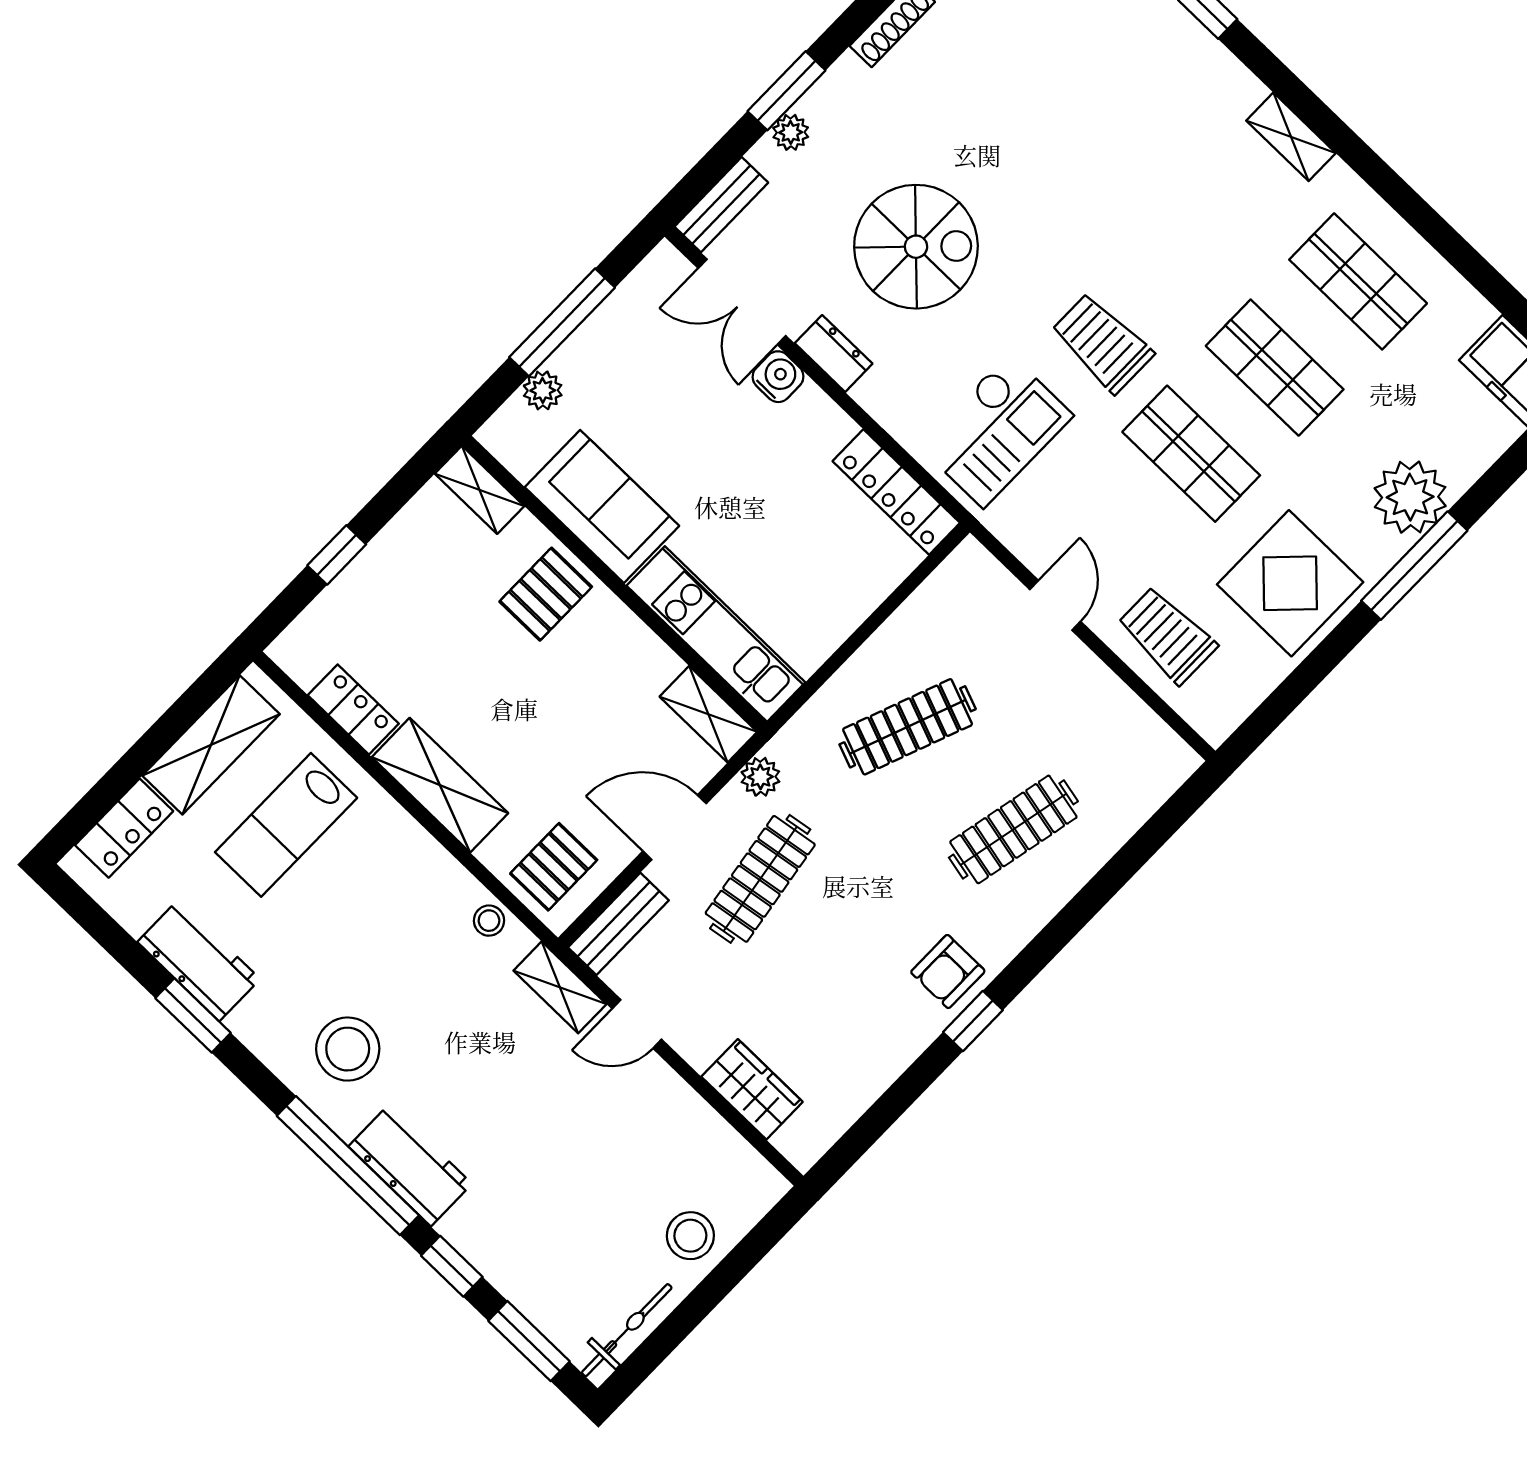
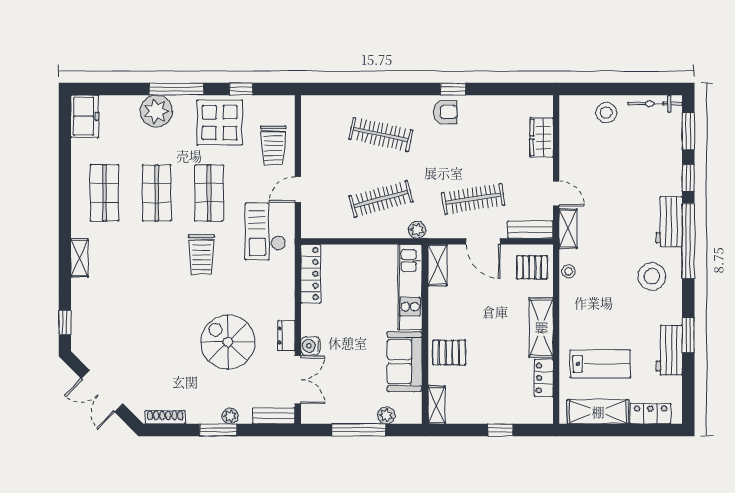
checkout: (996, 431) -> (265, 231), moved, turned -90
window: (1311, 672) -> (241, 89), added
clothes rail: (908, 727) -> (381, 199), turned -36
plant: (760, 777) -> (417, 230), moved

